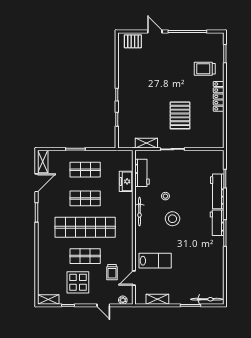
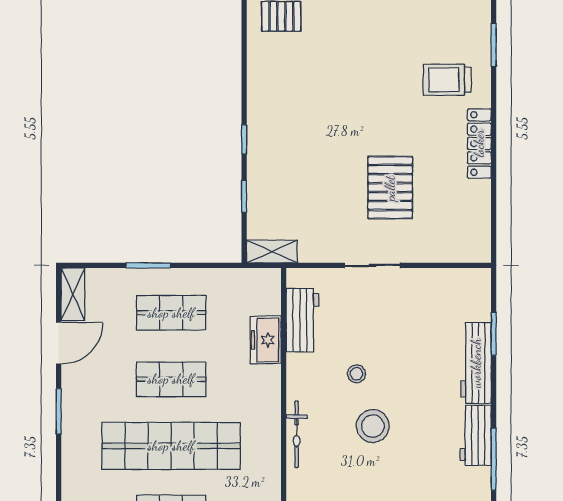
shelving: (146, 143) -> (272, 252), moved
bicycle: (140, 212) -> (297, 434), moved

